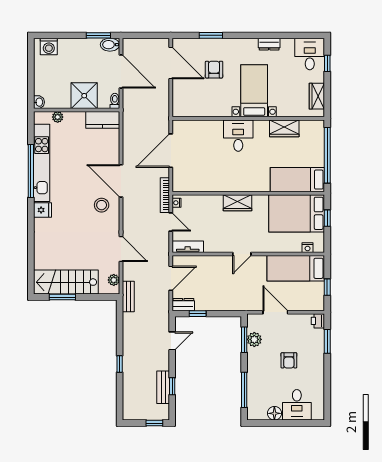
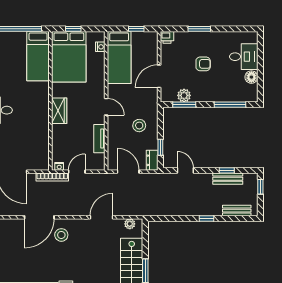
tv unit: (188, 247) -> (99, 139), moved
stool: (221, 290) -> (139, 126), added
bench: (128, 296) -> (237, 211), moved
window: (327, 341) -> (199, 29), moved

